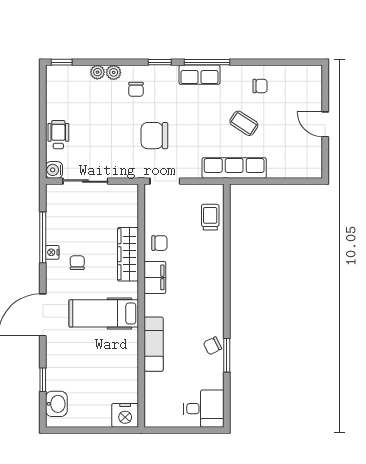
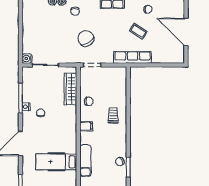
door: (325, 124) -> (186, 32), width x1.88
wheelchair: (58, 135) -> (30, 38), removed
chair: (154, 136) -> (86, 38), turned 57
trolley: (210, 217) -> (113, 115), moved
wardrobe: (128, 254) -> (70, 89), moved
filing cabinet: (155, 277) -> (86, 126), width x0.50
hospital bed: (104, 313) -> (56, 162), moved

